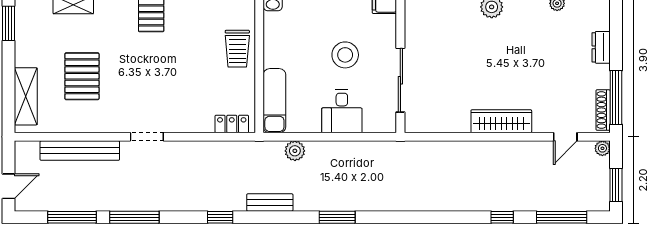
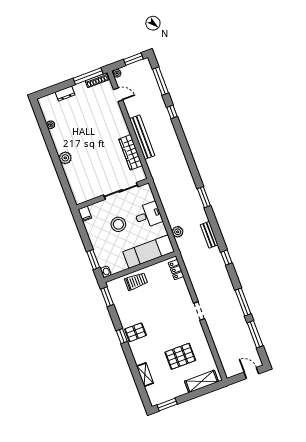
exam couch: (274, 101) -> (149, 252), width x1.36, depth x1.45
wardrobe: (501, 121) -> (131, 152), moved
bench: (80, 151) -> (142, 137), moved

